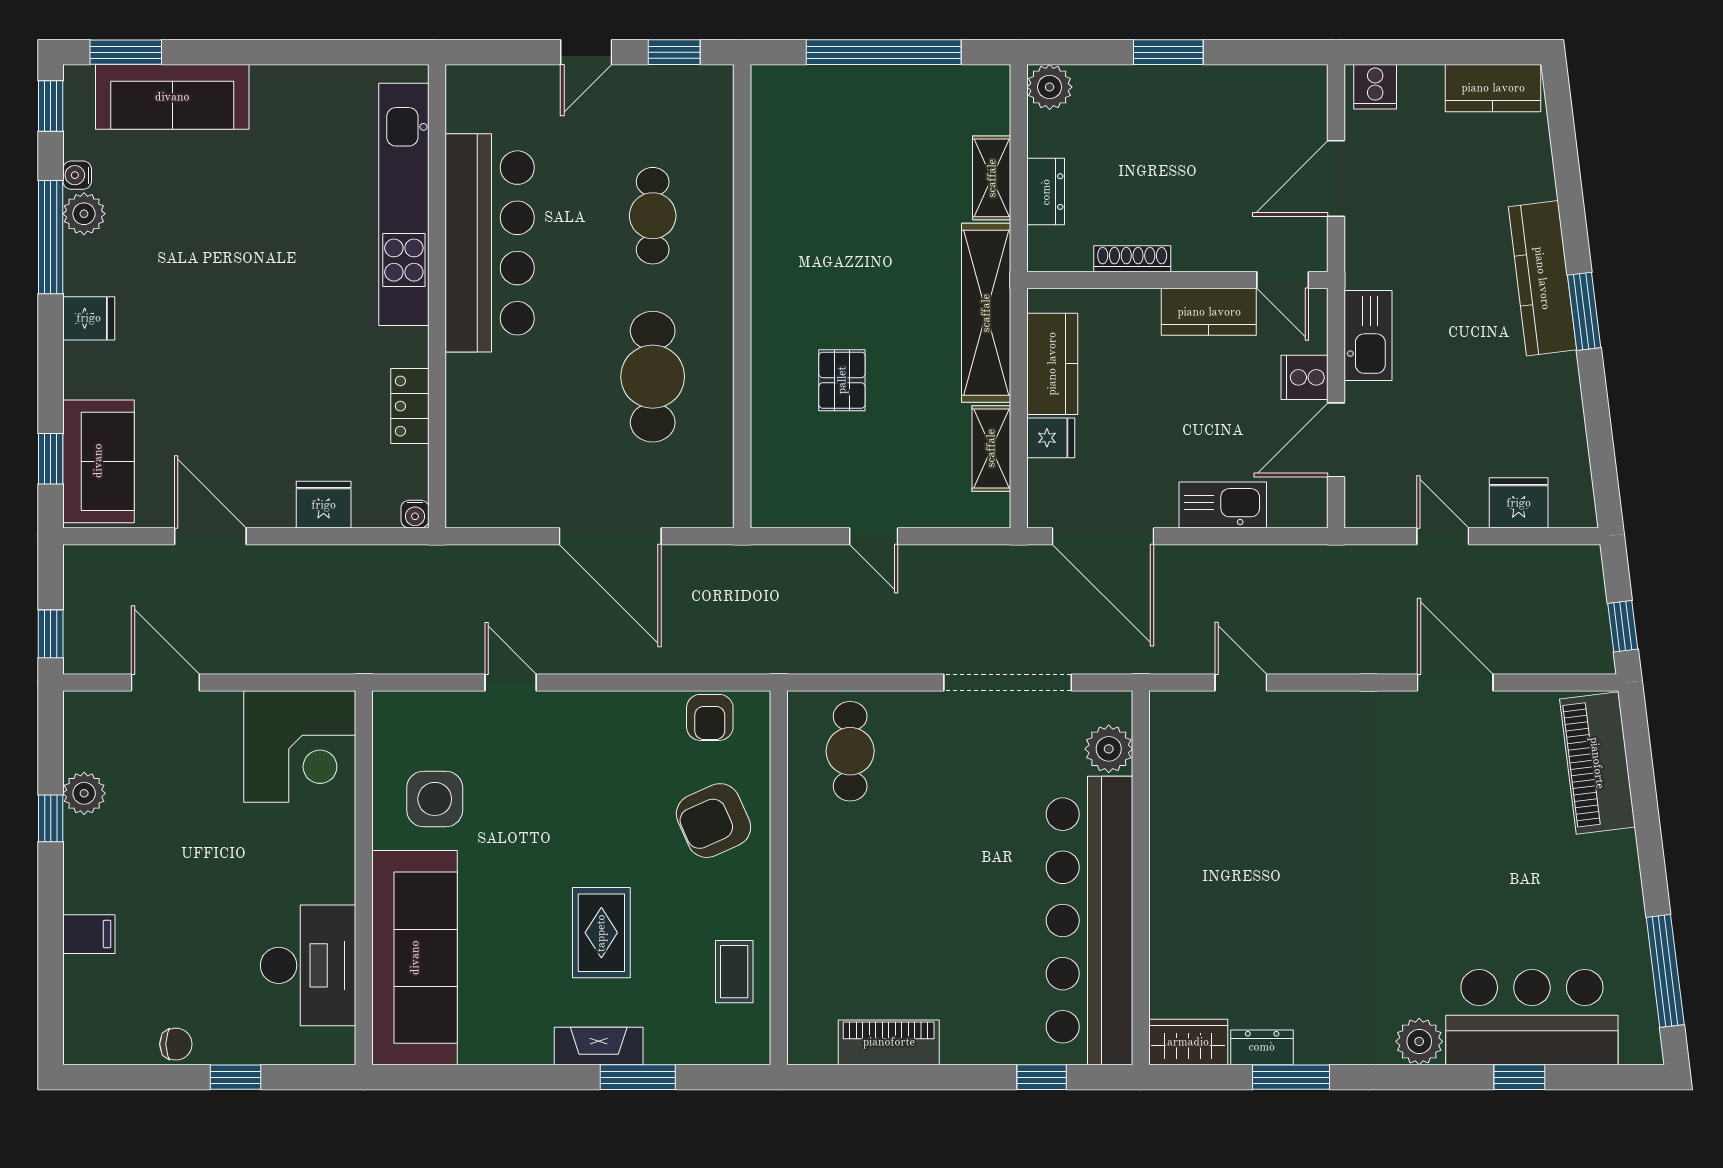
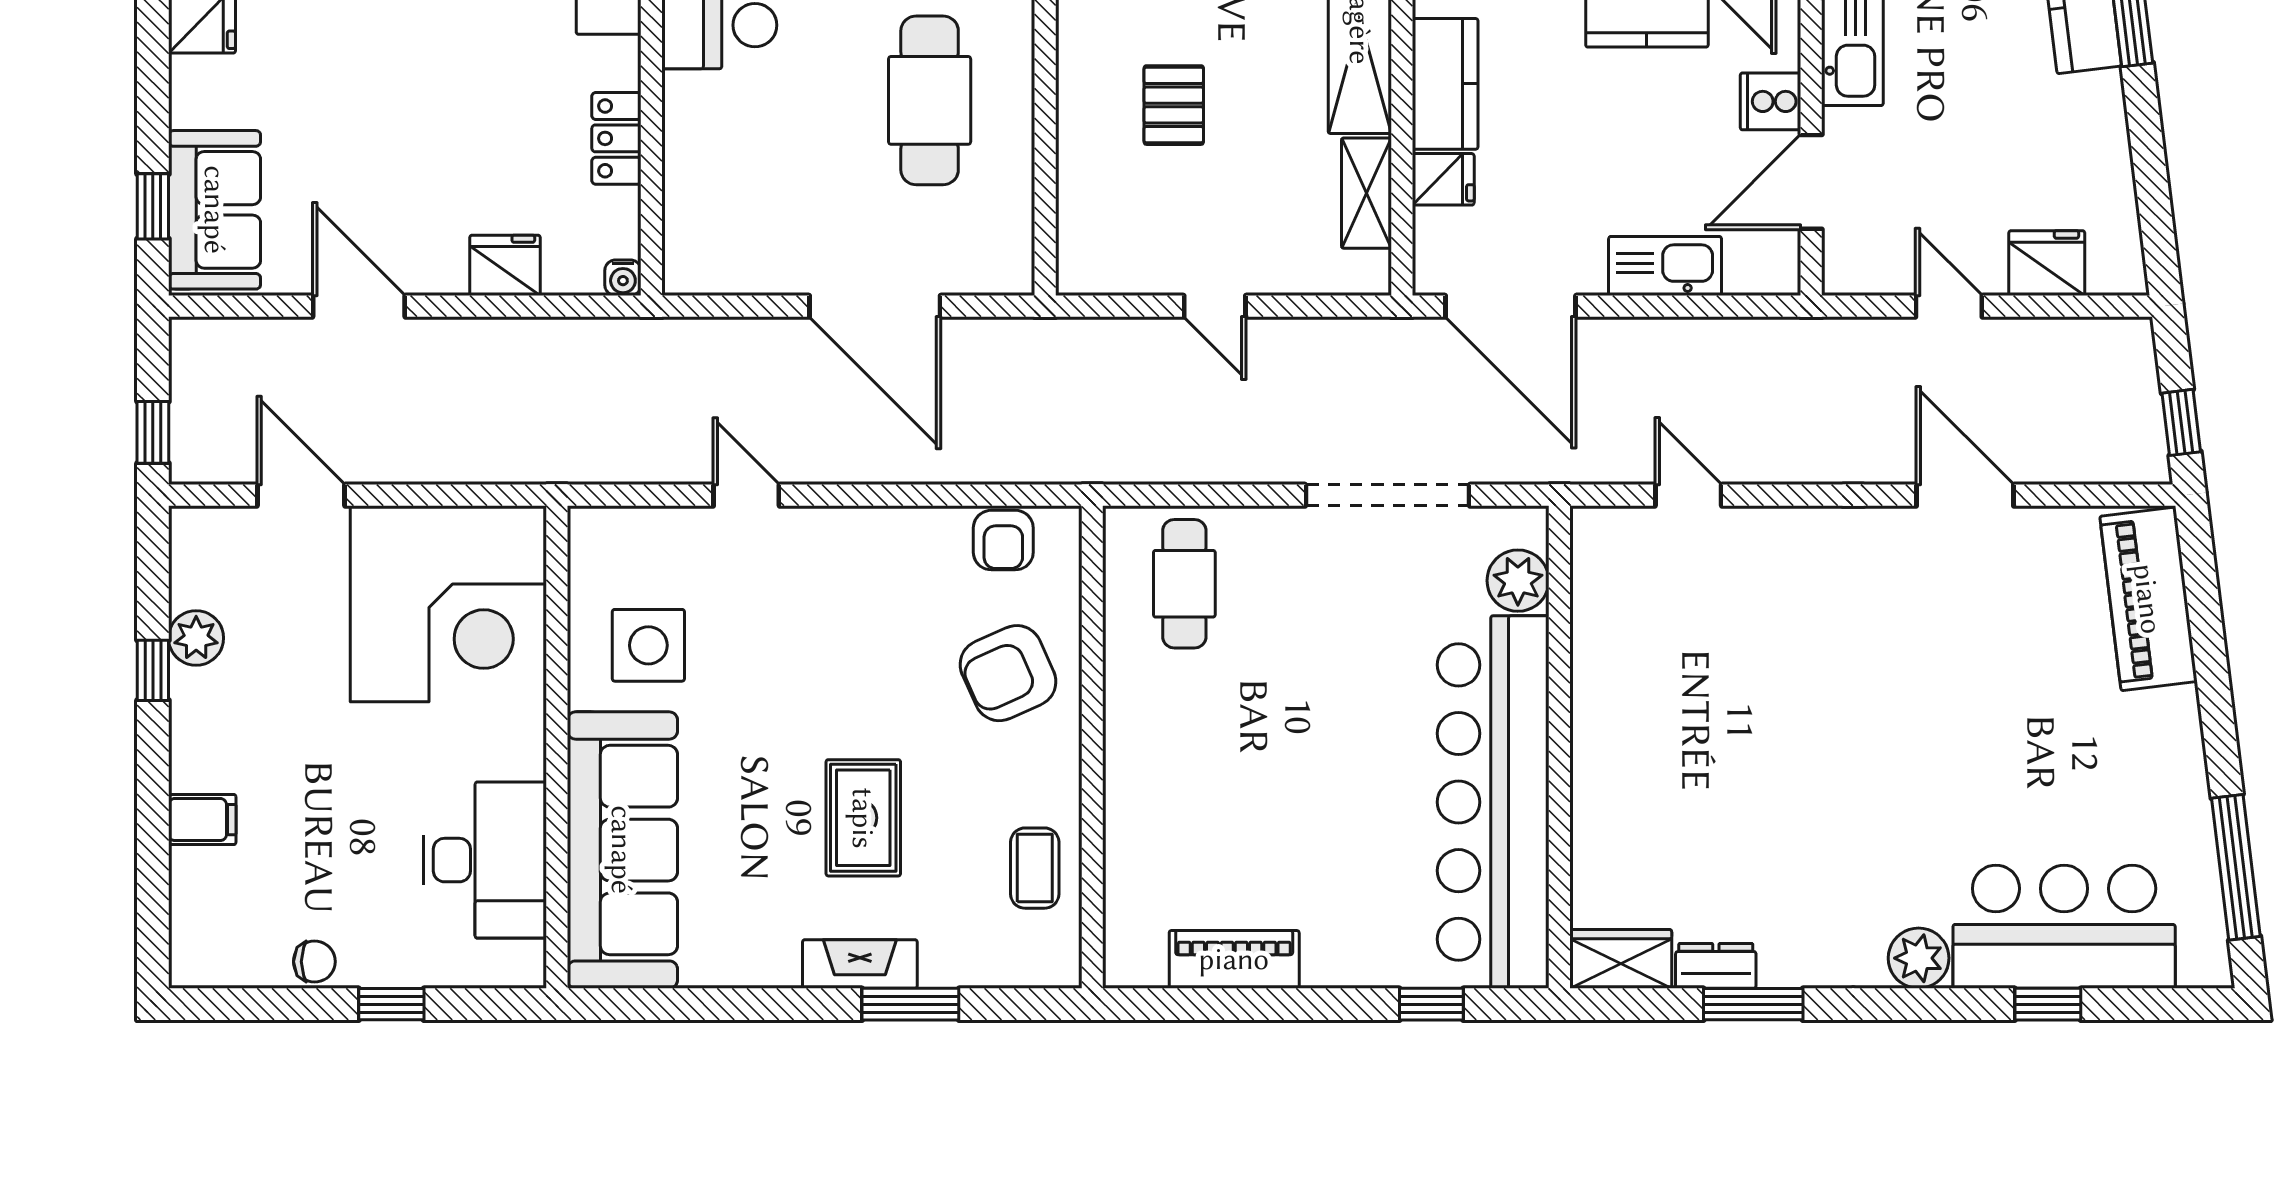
corner desk: (300, 747) -> (448, 604), width x1.36, depth x1.36

